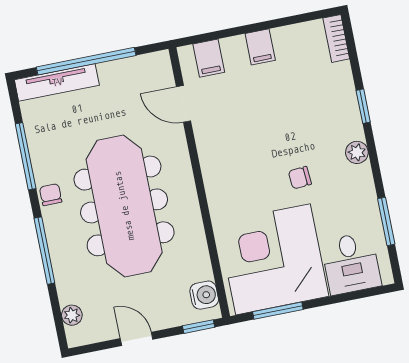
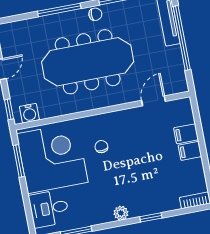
filing cabinet: (209, 58) -> (186, 134), moved
chair: (300, 178) -> (101, 147), moved
plant: (72, 315) -> (17, 27), removed

